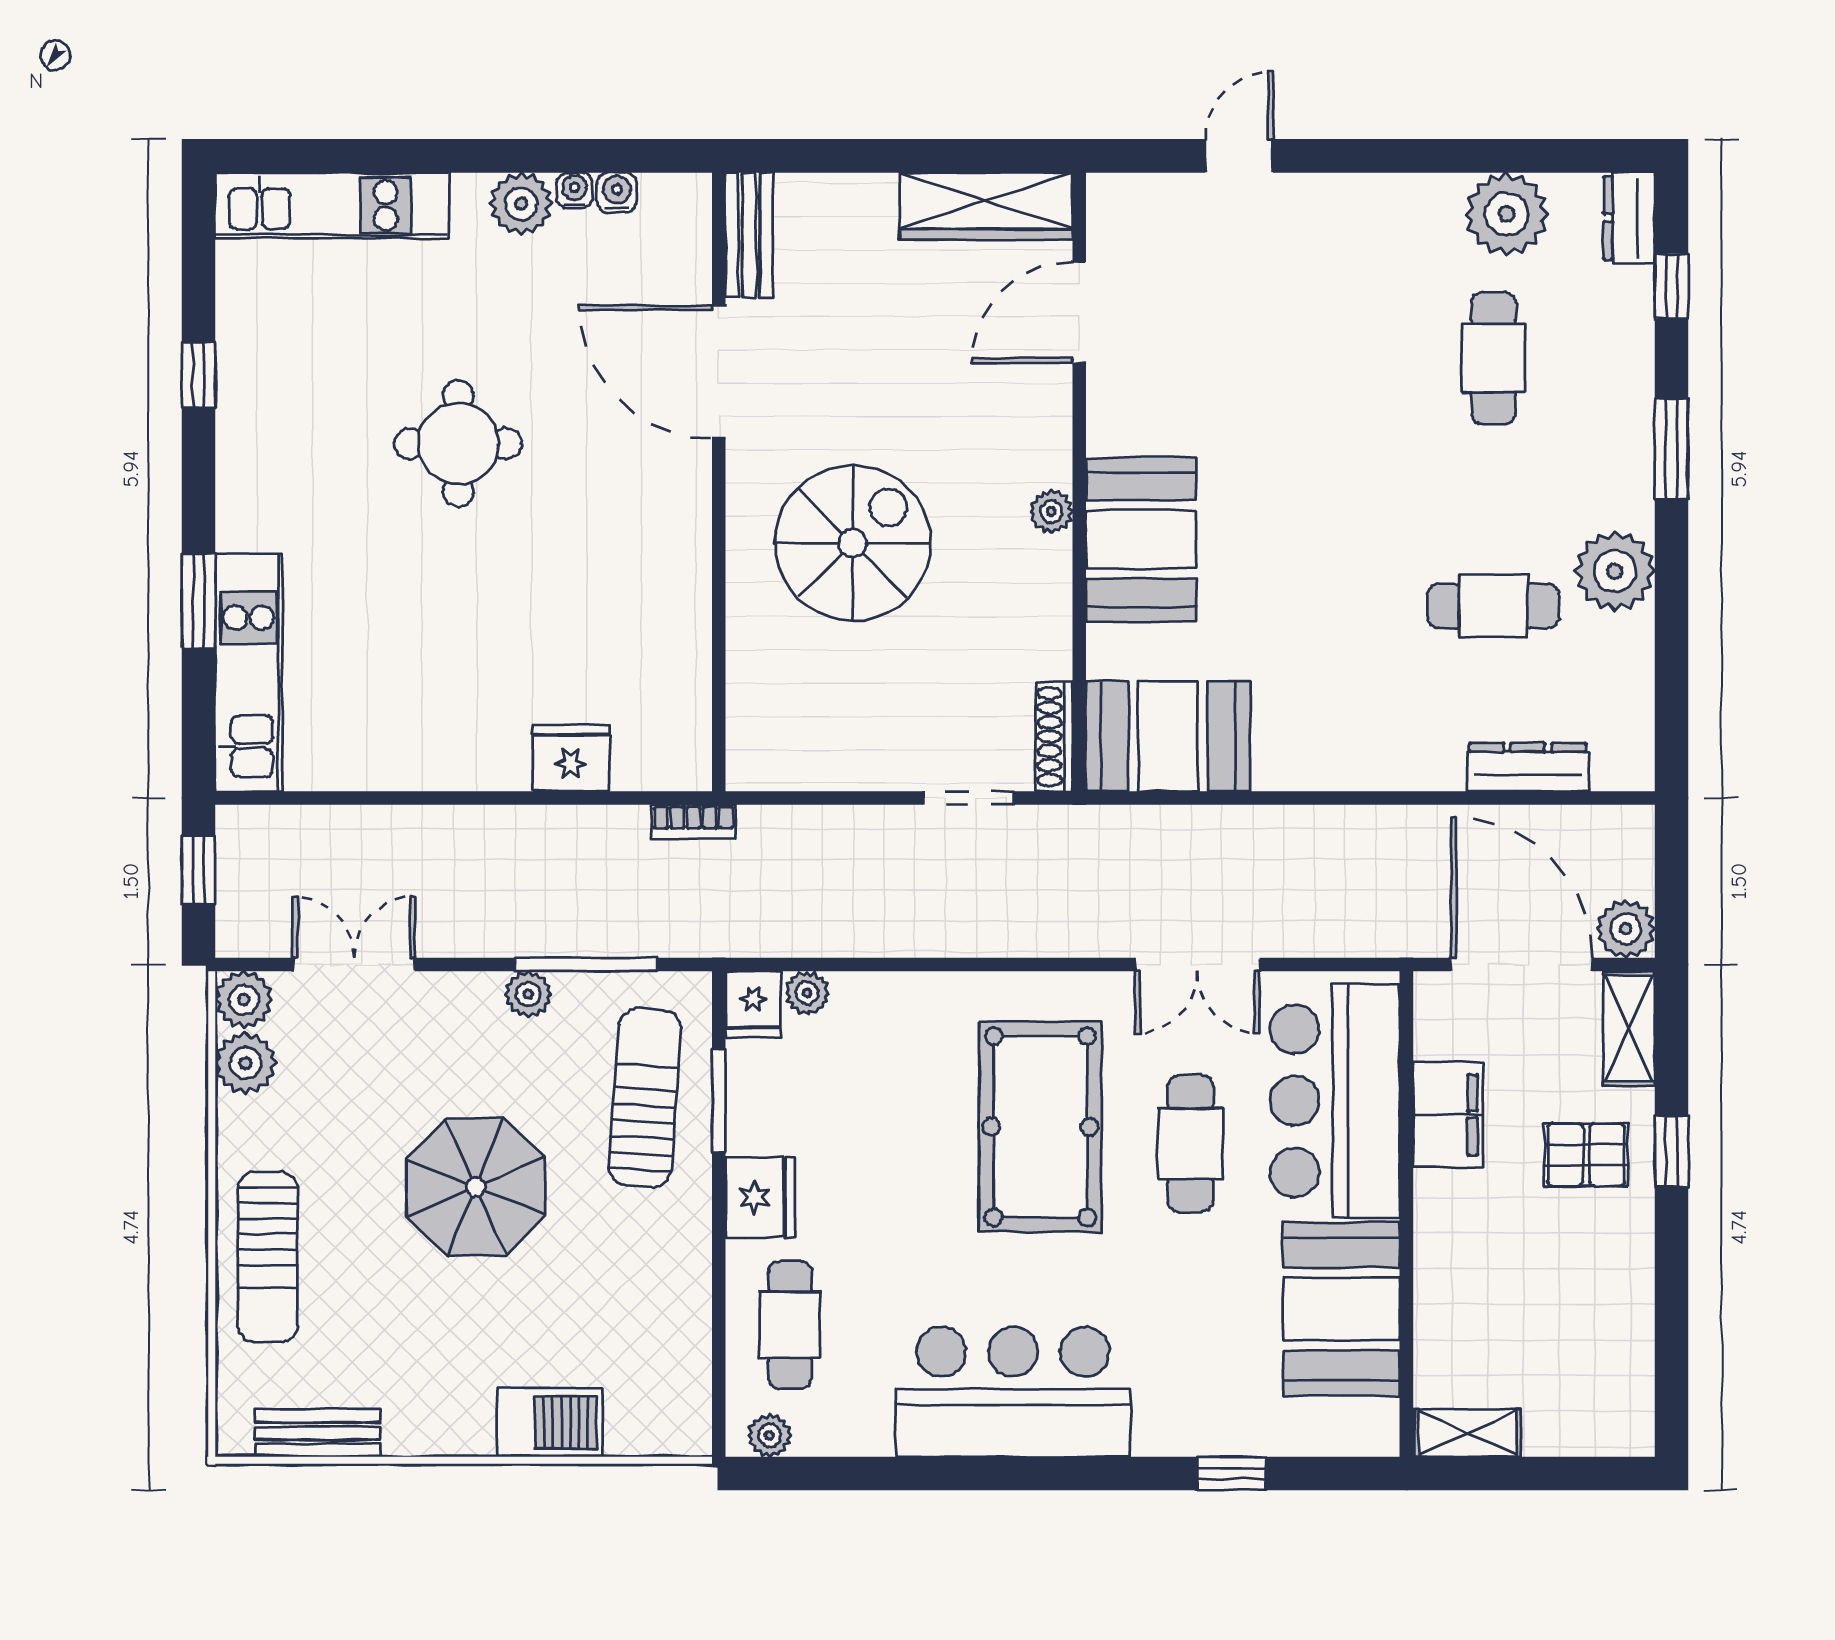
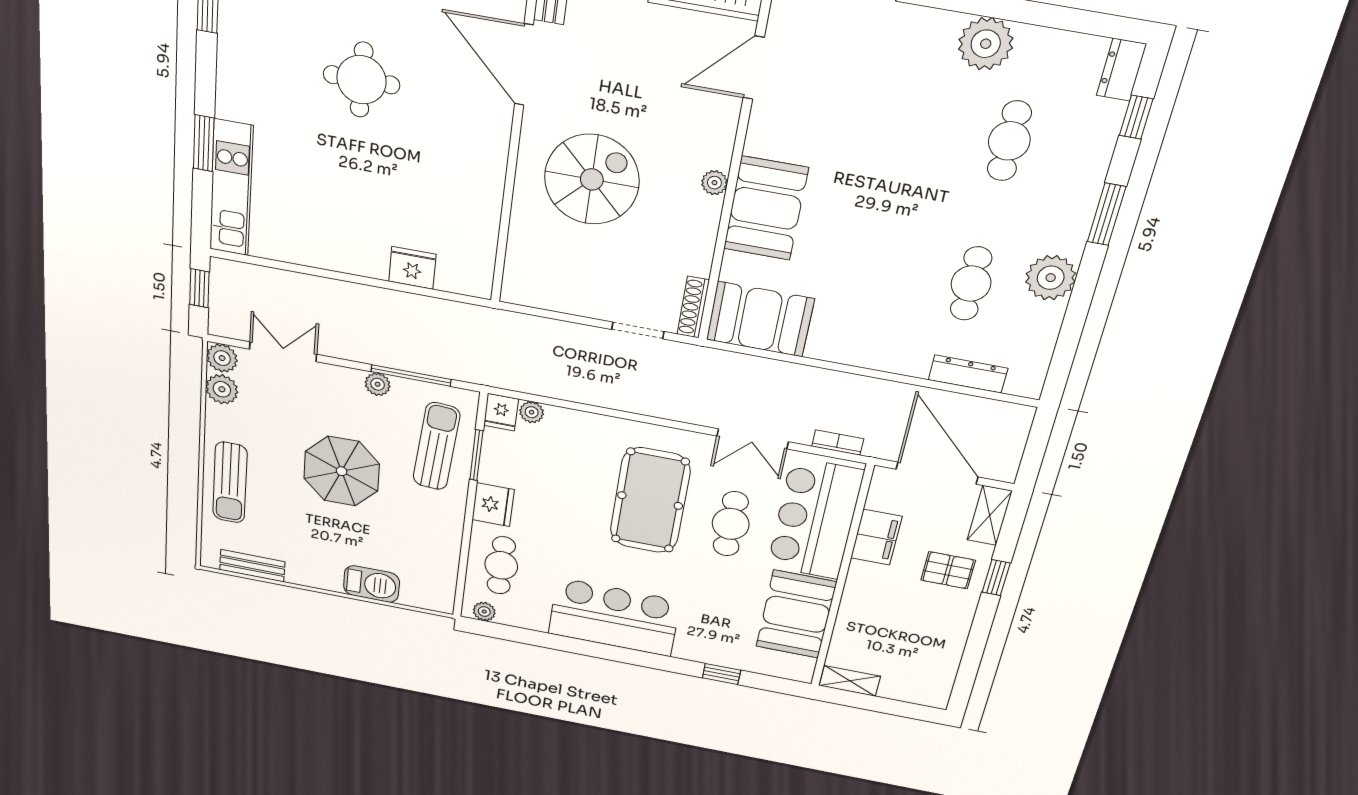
plant: (1507, 214) -> (986, 44), moved
cafe table: (1493, 606) -> (971, 284), turned 90
bookcase: (693, 822) -> (838, 443), moved, turned 180
plant: (1626, 929) -> (1002, 467), removed

